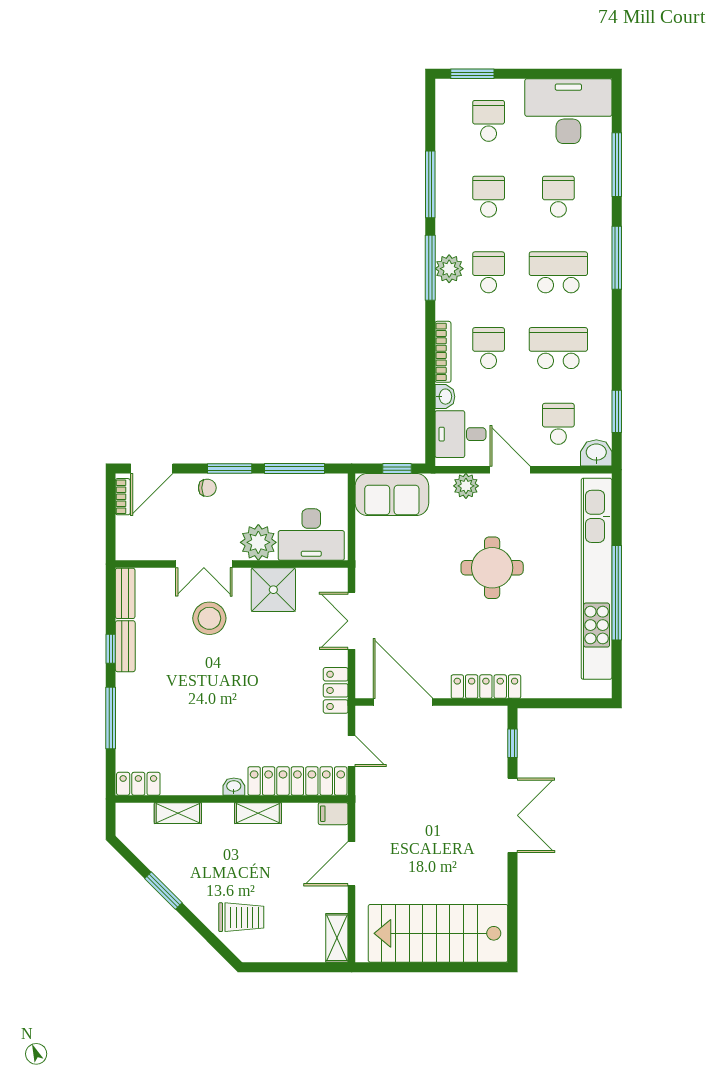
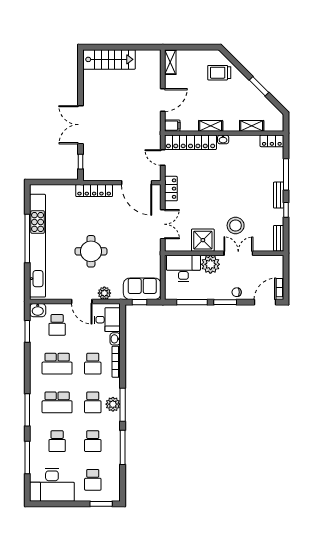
bench: (125, 646) -> (279, 195), moved
stairs: (438, 933) -> (109, 59), width x0.73, depth x0.66

